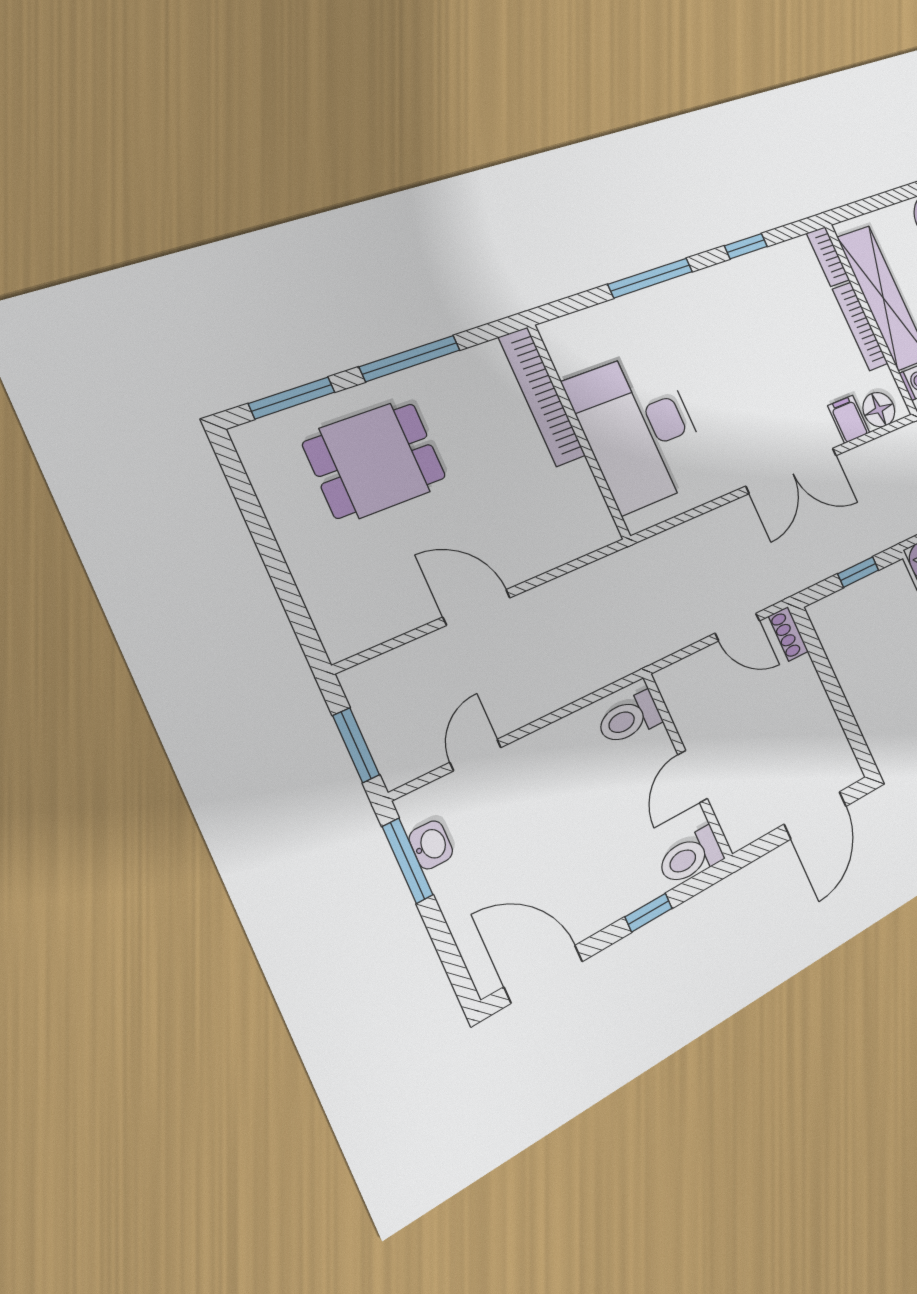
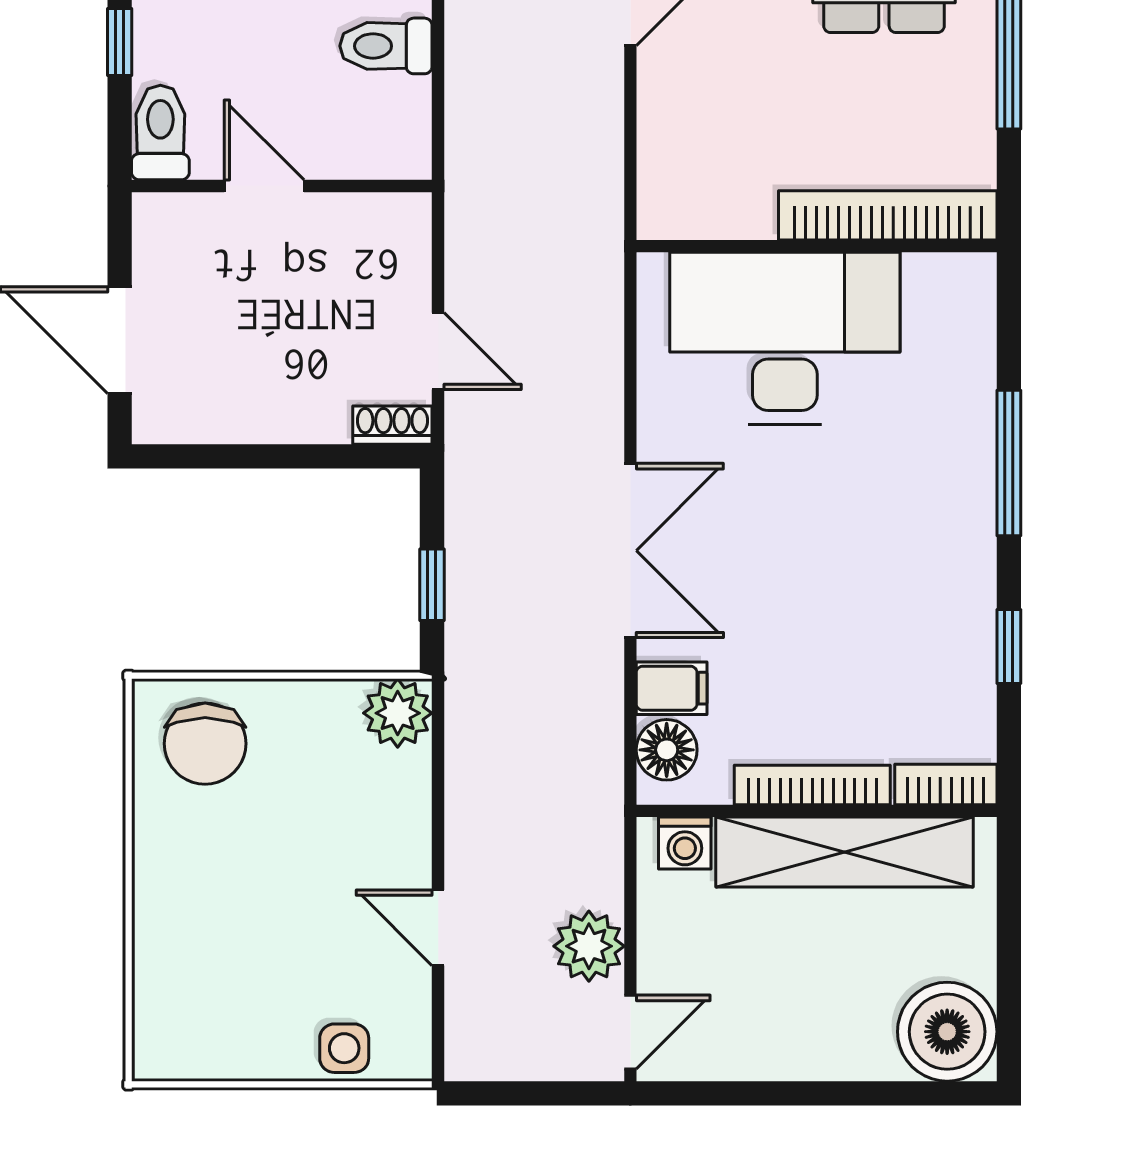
double door: (792, 471) -> (630, 551), swing flipped
door: (737, 627) -> (438, 351), swing flipped
toilet: (629, 718) -> (386, 46), moved, turned -90

